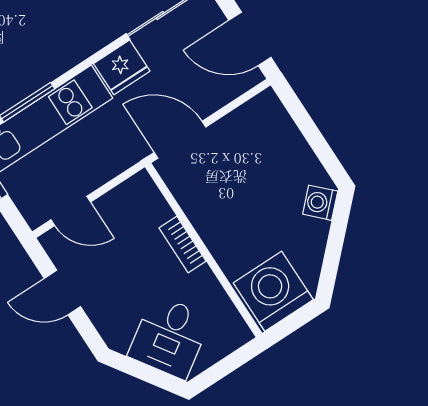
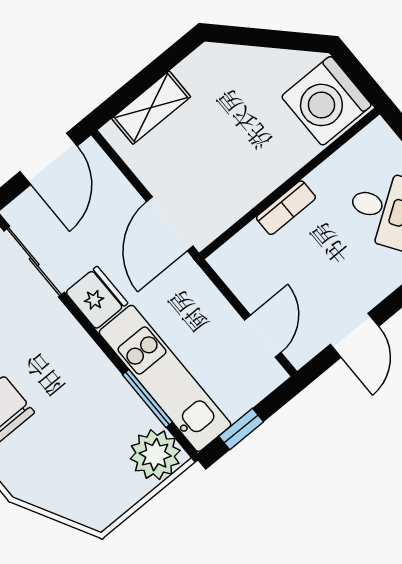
shelving: (285, 135) -> (151, 108), added
washing machine: (320, 203) -> (222, 60), removed

